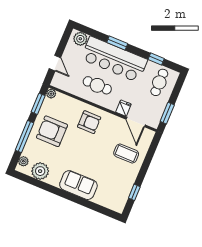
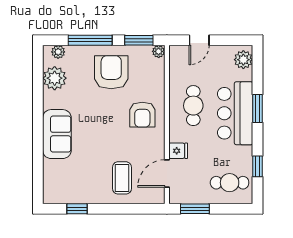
bar counter: (114, 59) -> (235, 113), width x0.73

